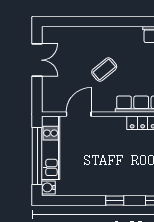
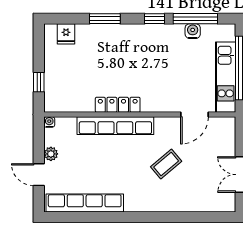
water cooler: (48, 187) -> (193, 31), moved, turned -90
window: (78, 201) -> (195, 19), added

